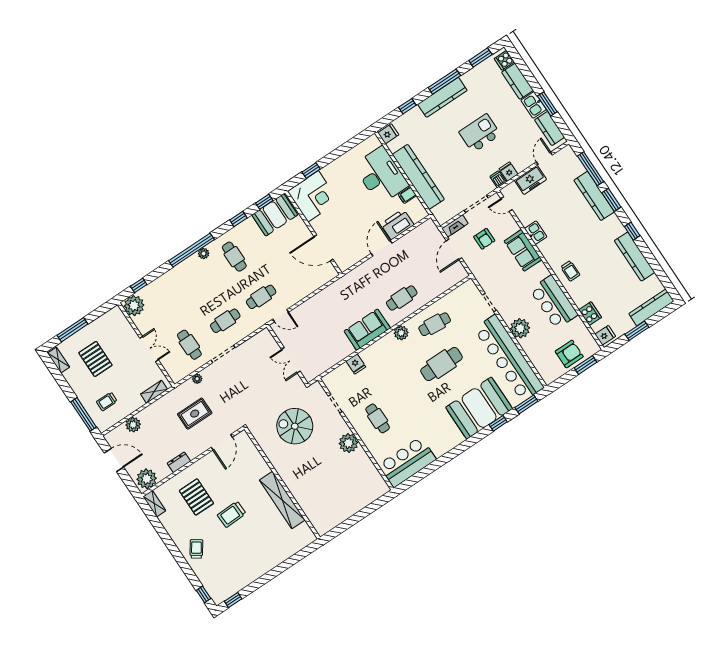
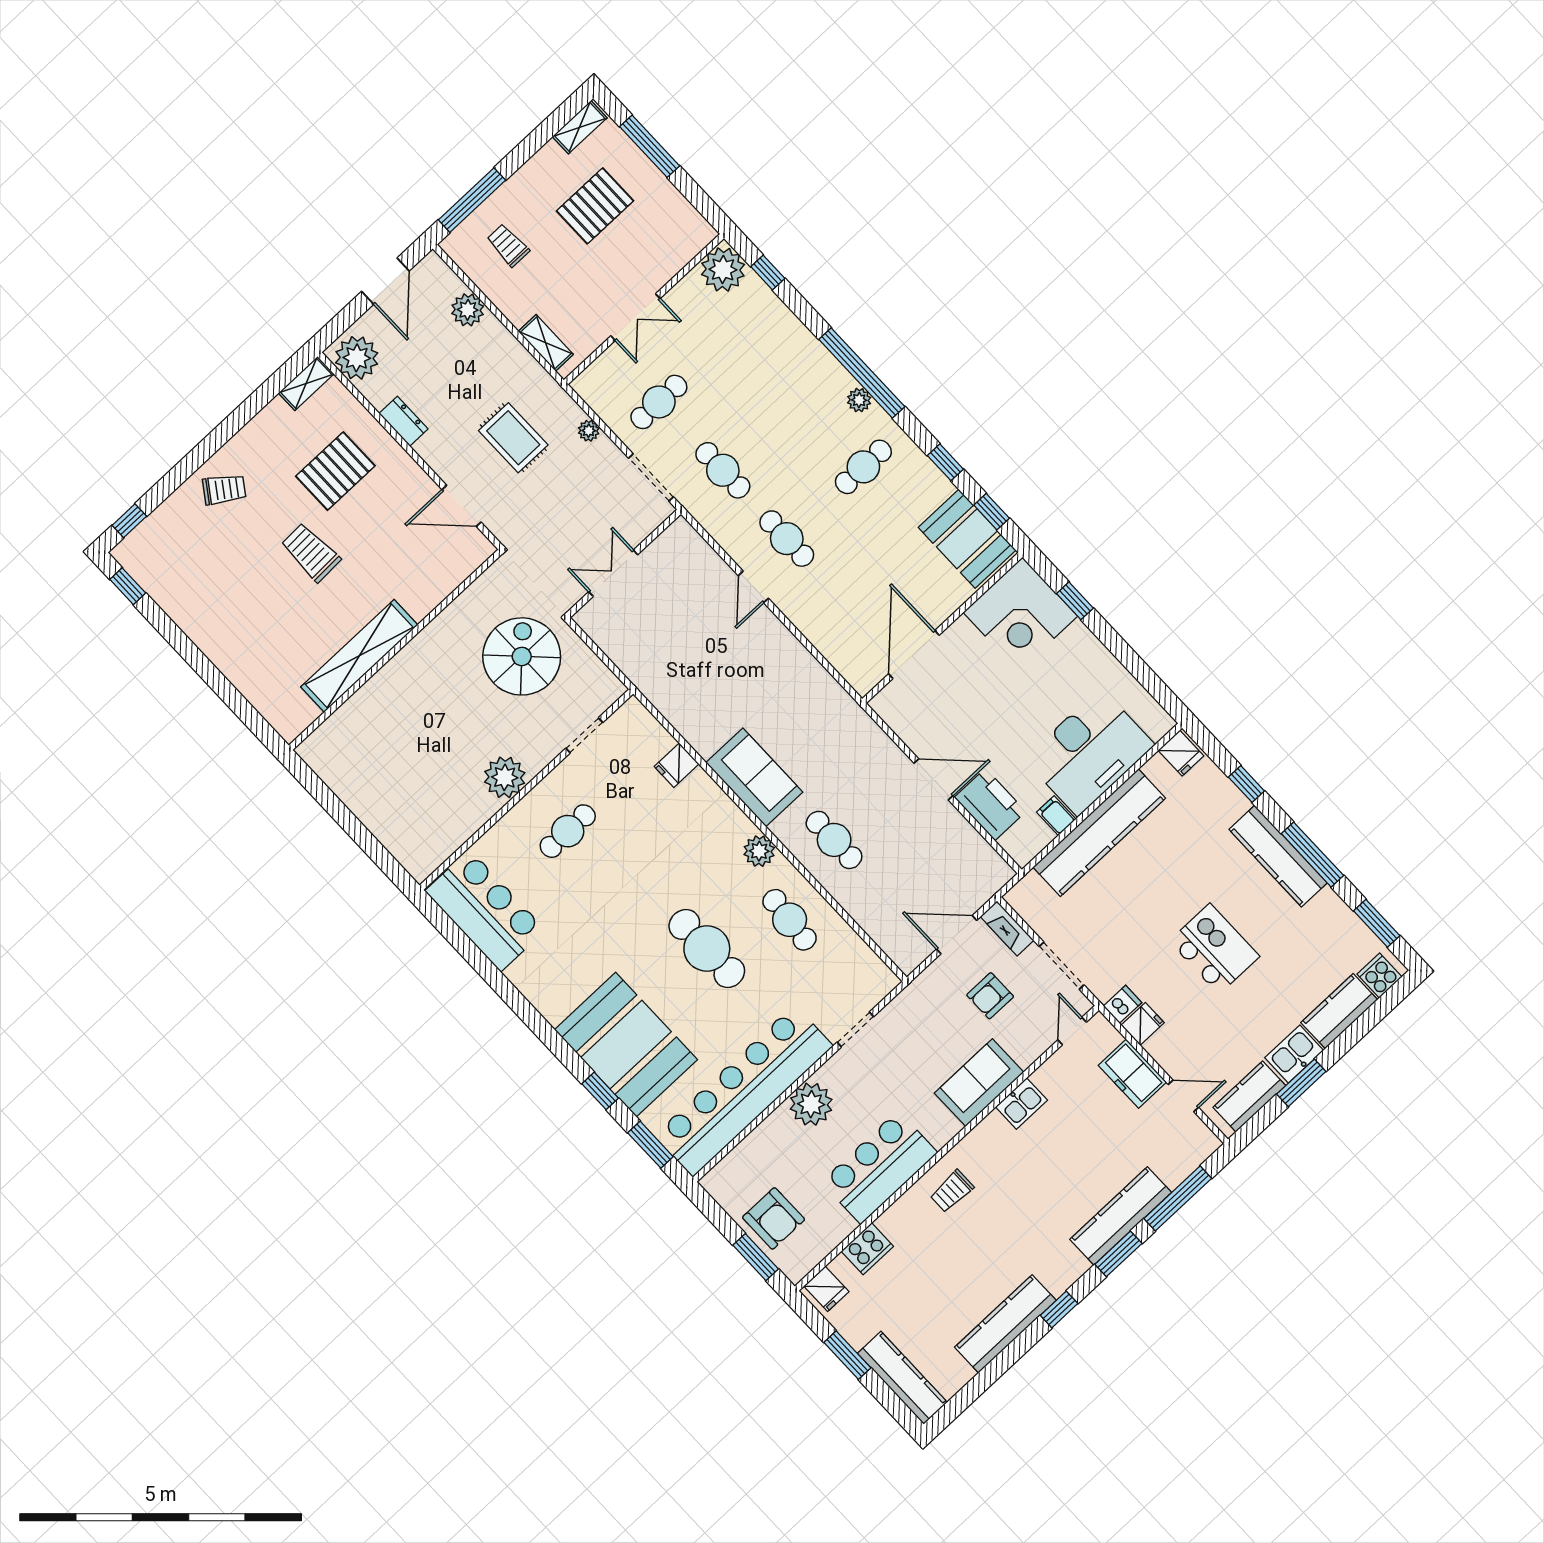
wall: (287, 355) -> (624, 564), moved
double door: (291, 360) -> (613, 573), moved

